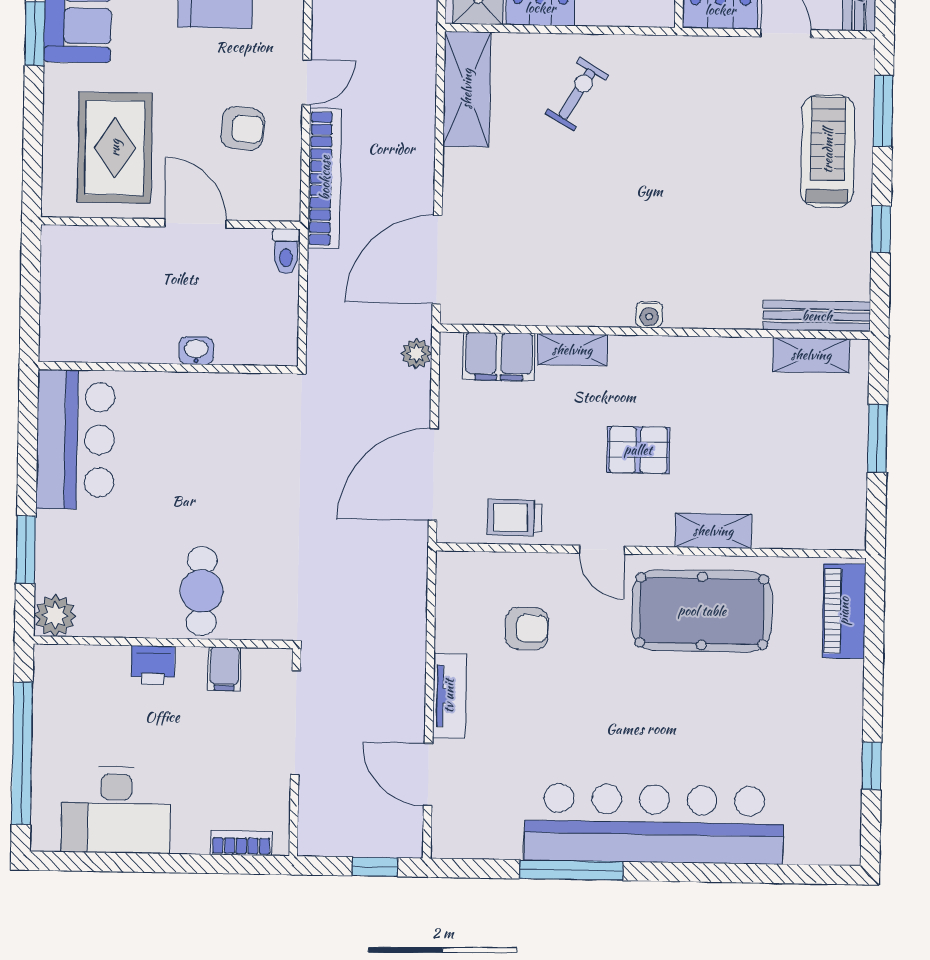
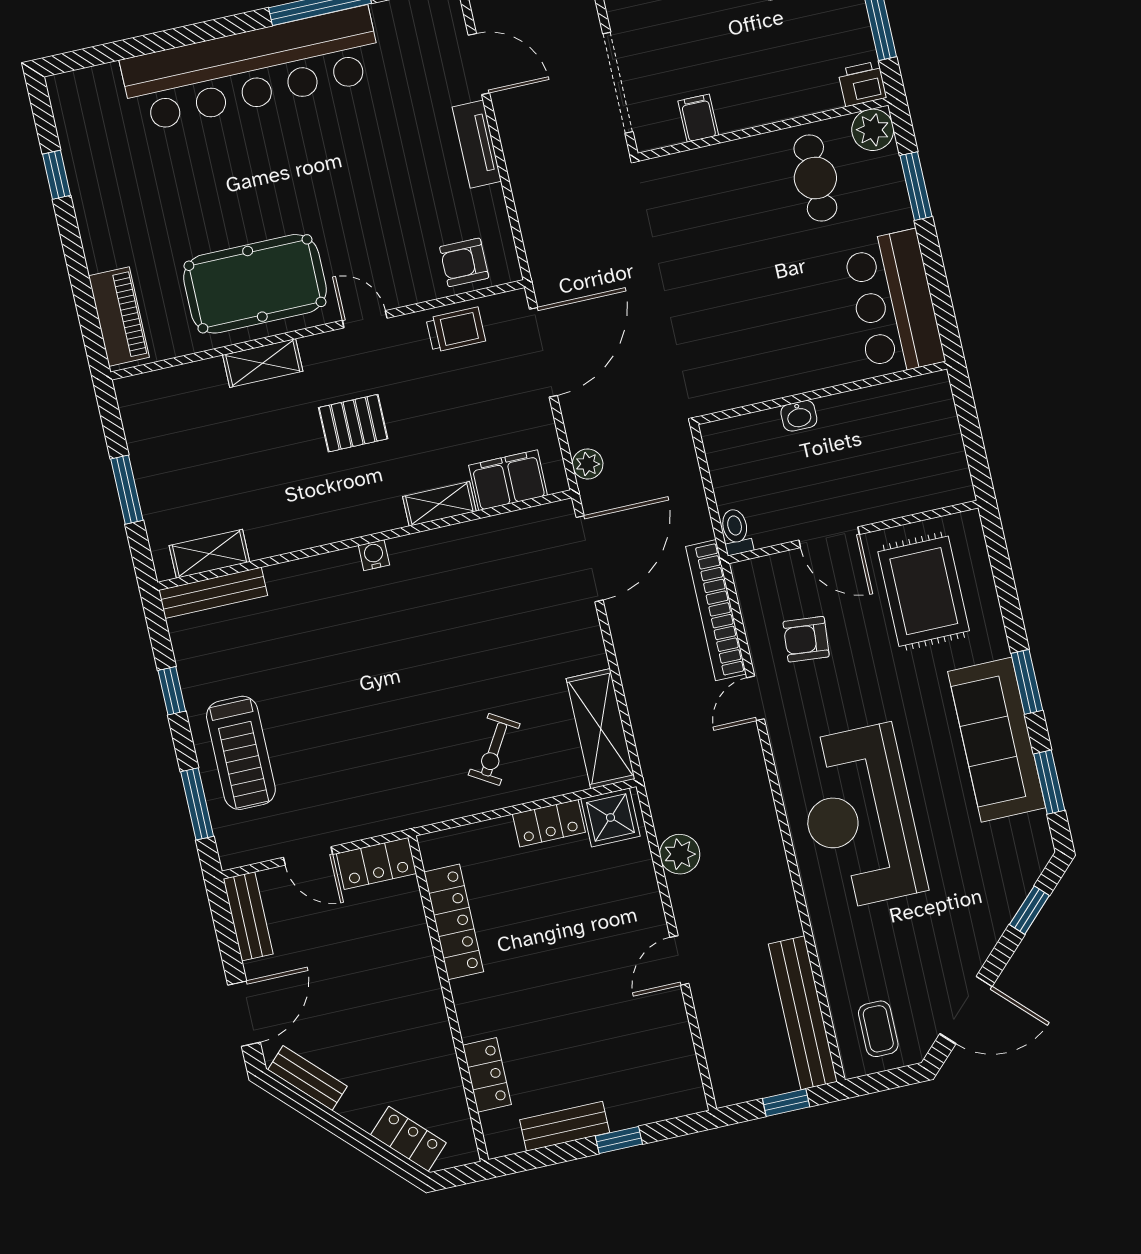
cafe table: (202, 591) -> (815, 178), moved
armchair: (527, 628) -> (464, 262), moved
printer: (153, 665) -> (862, 84), moved

